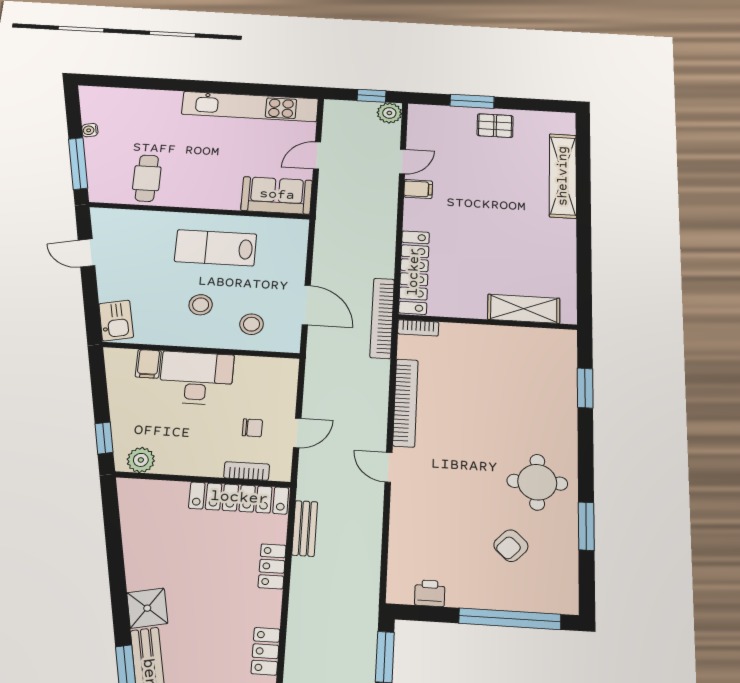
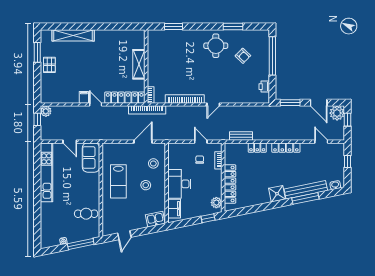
window: (472, 101) -> (37, 52), moved
door: (402, 161) -> (96, 105), moved
shelving: (524, 309) -> (139, 64), moved
filing cabinet: (148, 364) -> (174, 209), width x2.00
locker: (239, 498) -> (230, 184), moved
locker: (266, 651) -> (286, 148), width x1.53

